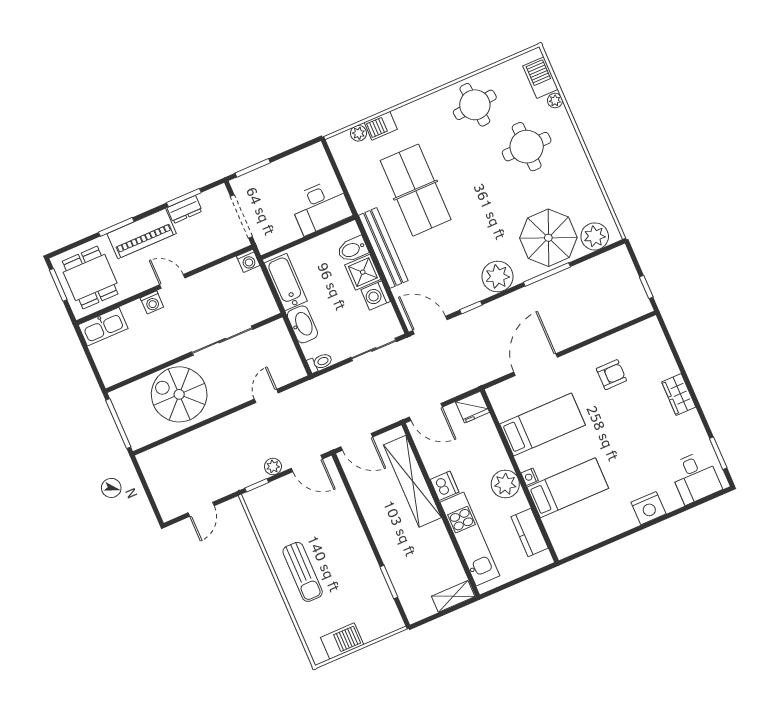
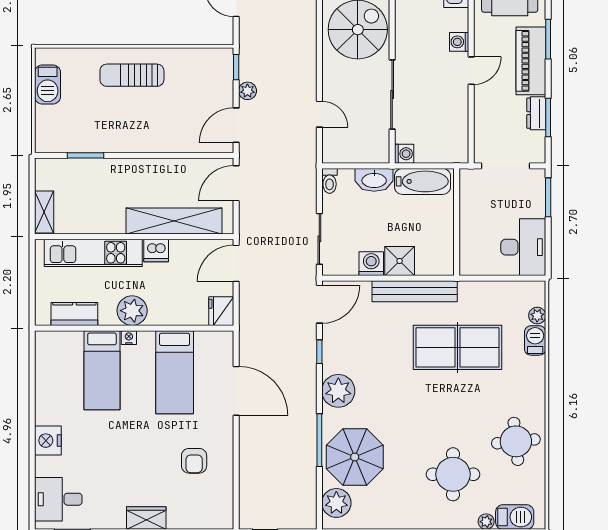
desk: (320, 207) -> (523, 247), moved, turned 180
bidet: (353, 249) -> (426, 261), removed
washing machine: (248, 261) -> (404, 154), moved, turned 180

